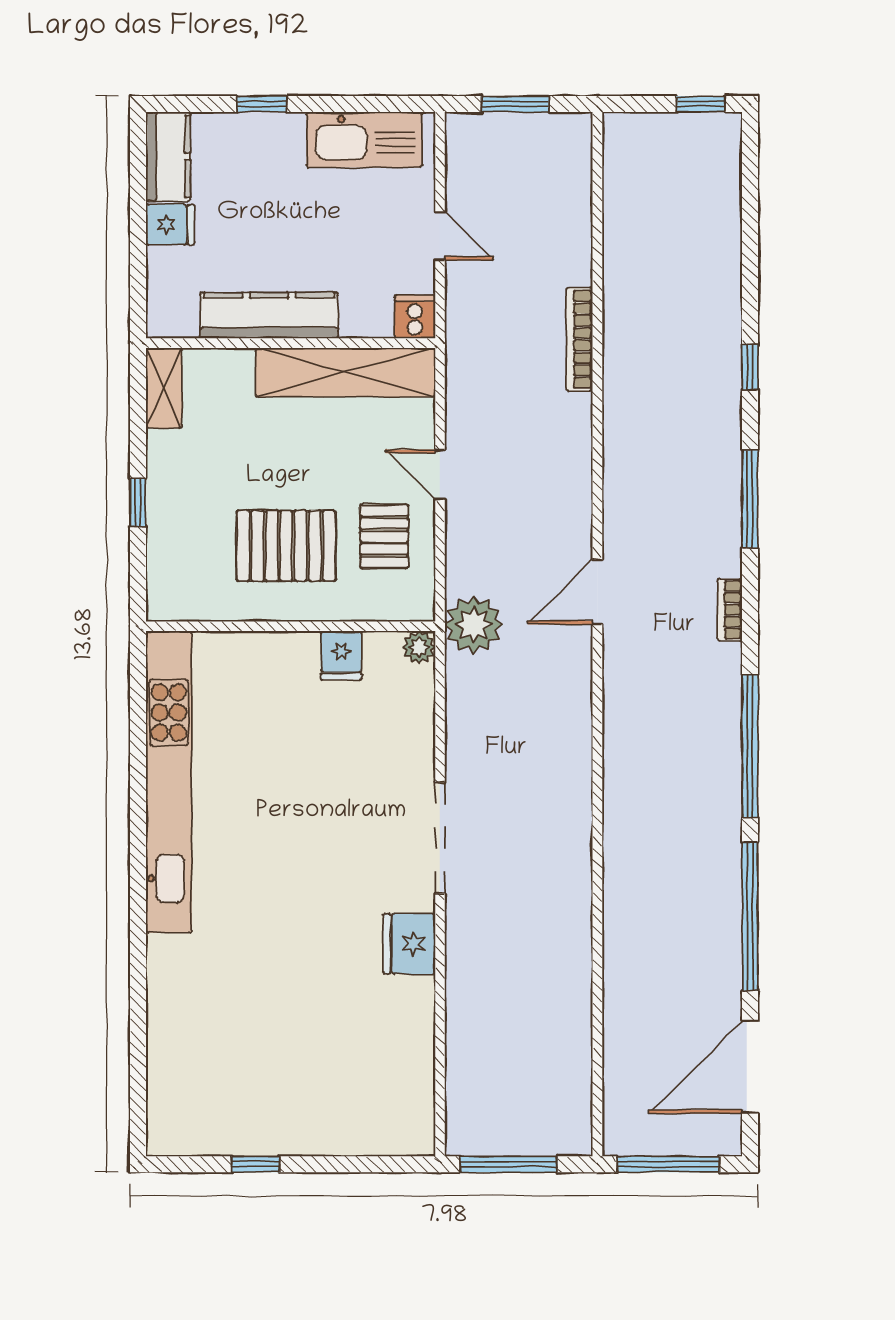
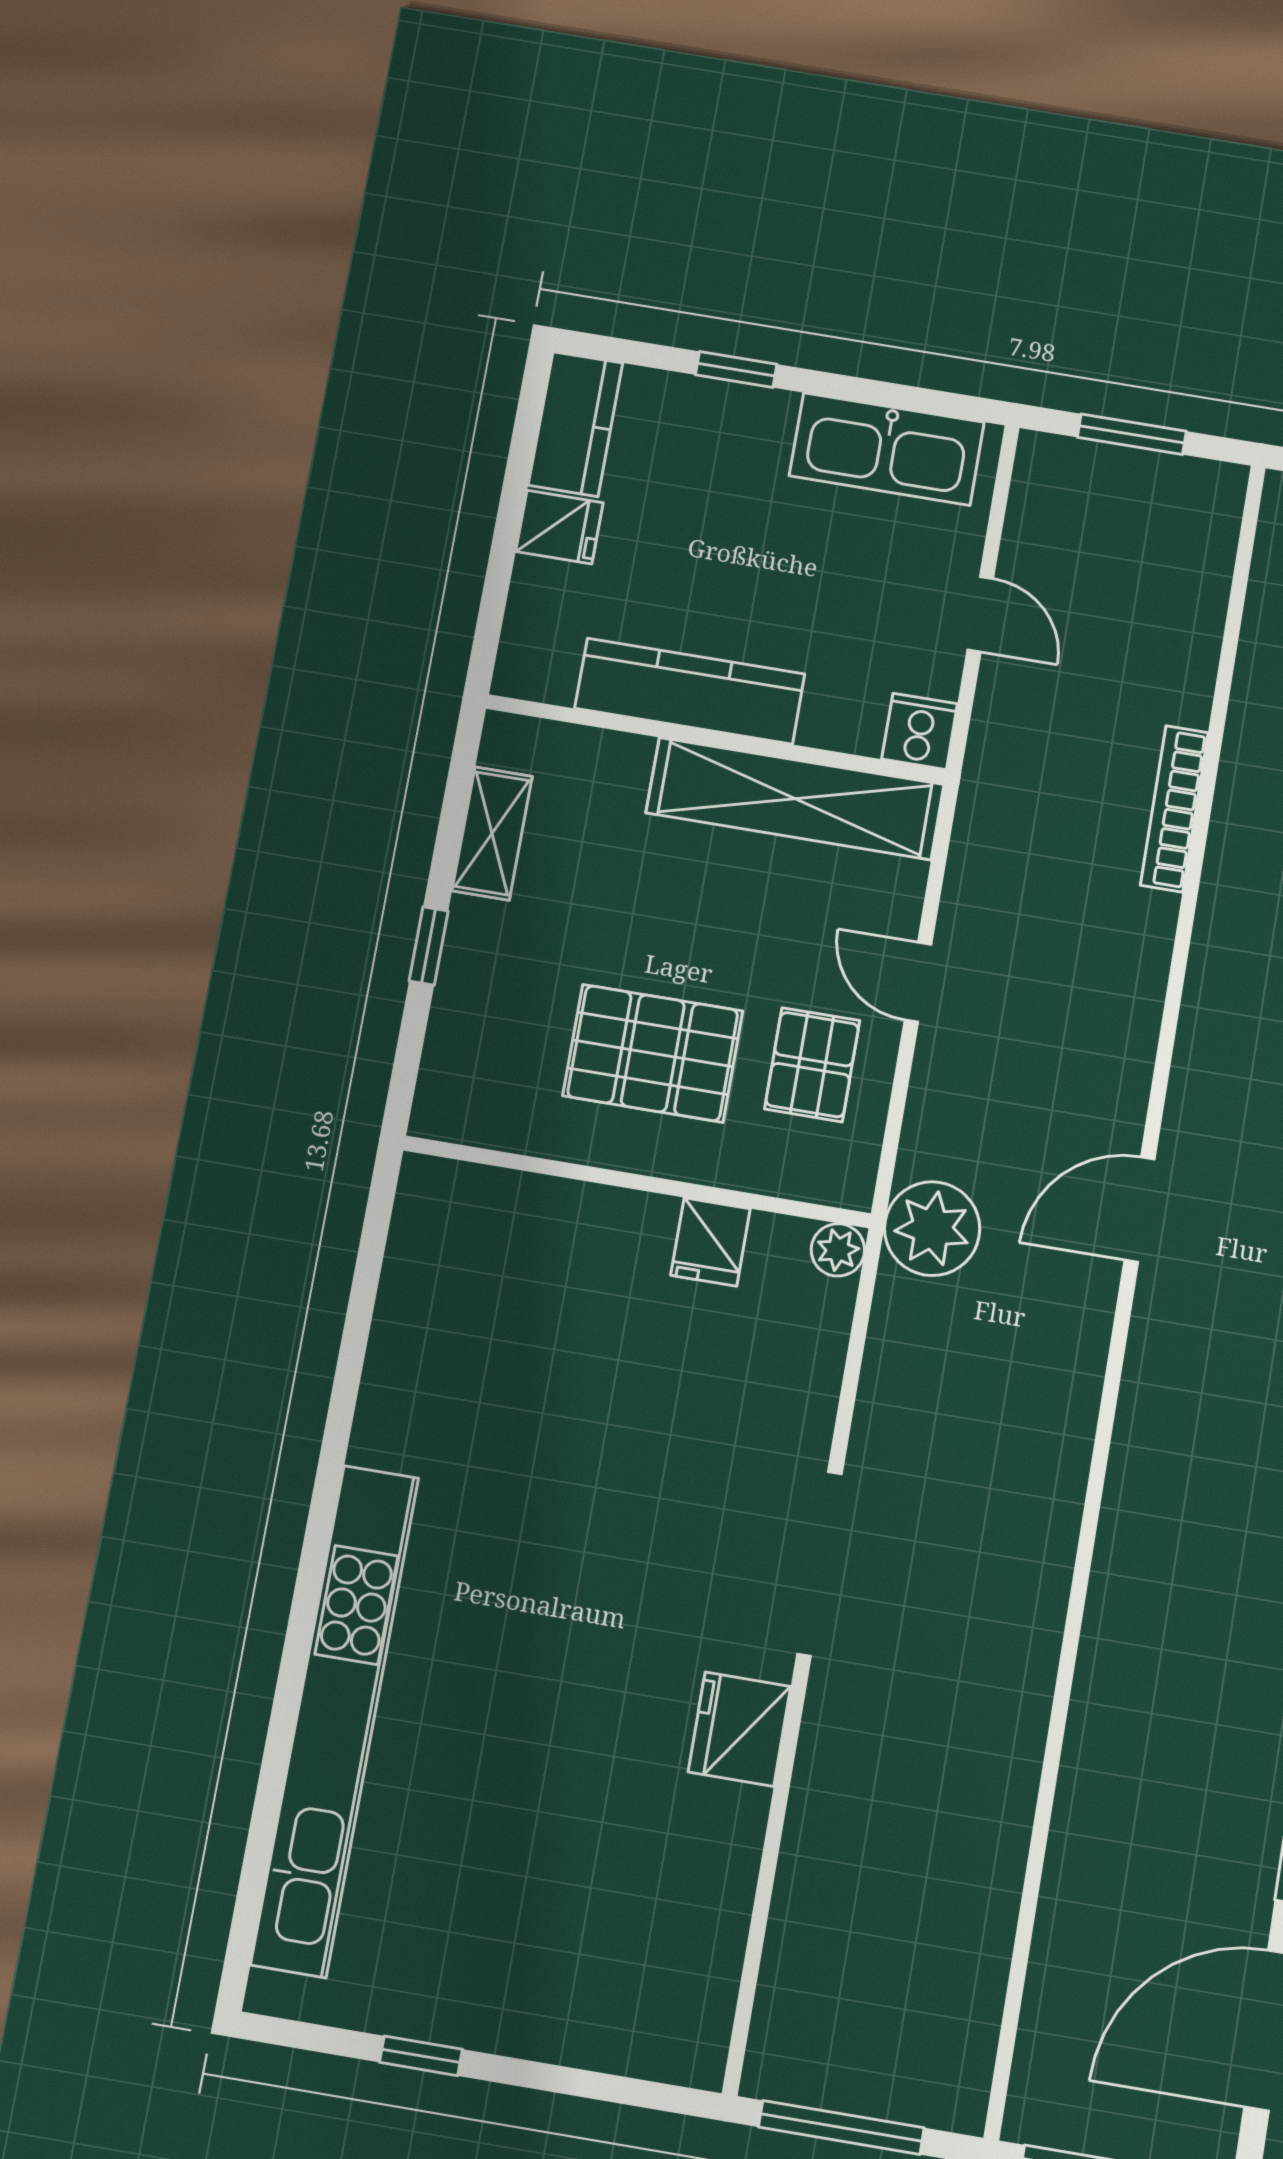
shelving: (164, 388) -> (492, 833), moved
kitchen unit: (169, 782) -> (335, 1719), moved

